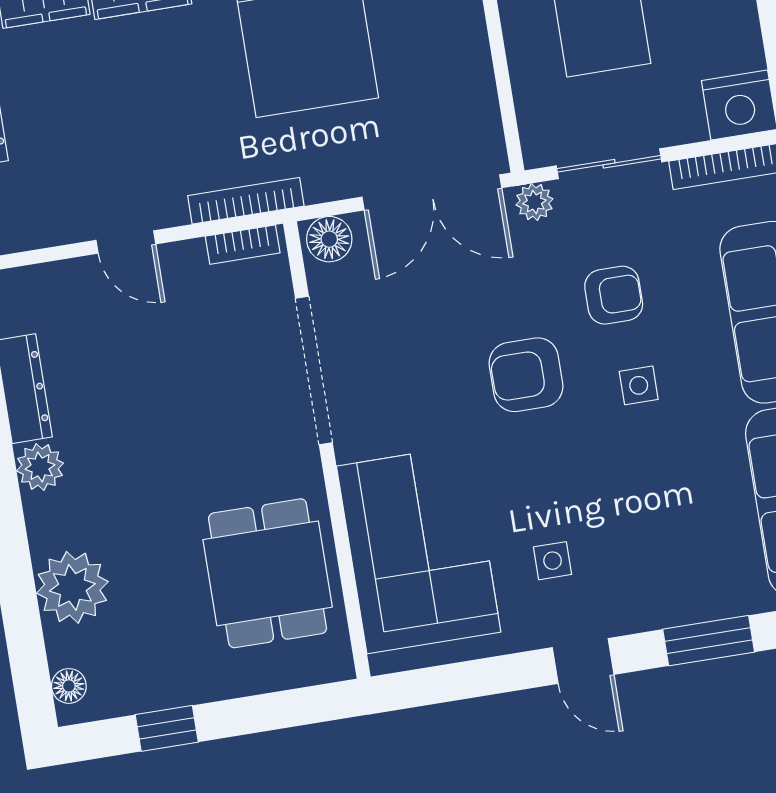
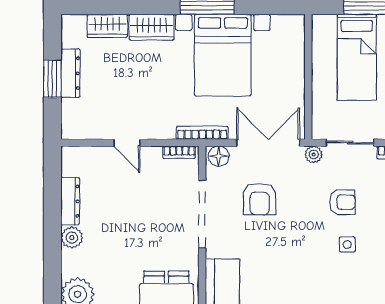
double door: (432, 192) -> (268, 143), swing flipped
bookcase: (246, 201) -> (202, 133), moved
armchair: (526, 375) -> (260, 199), moved, turned -90

